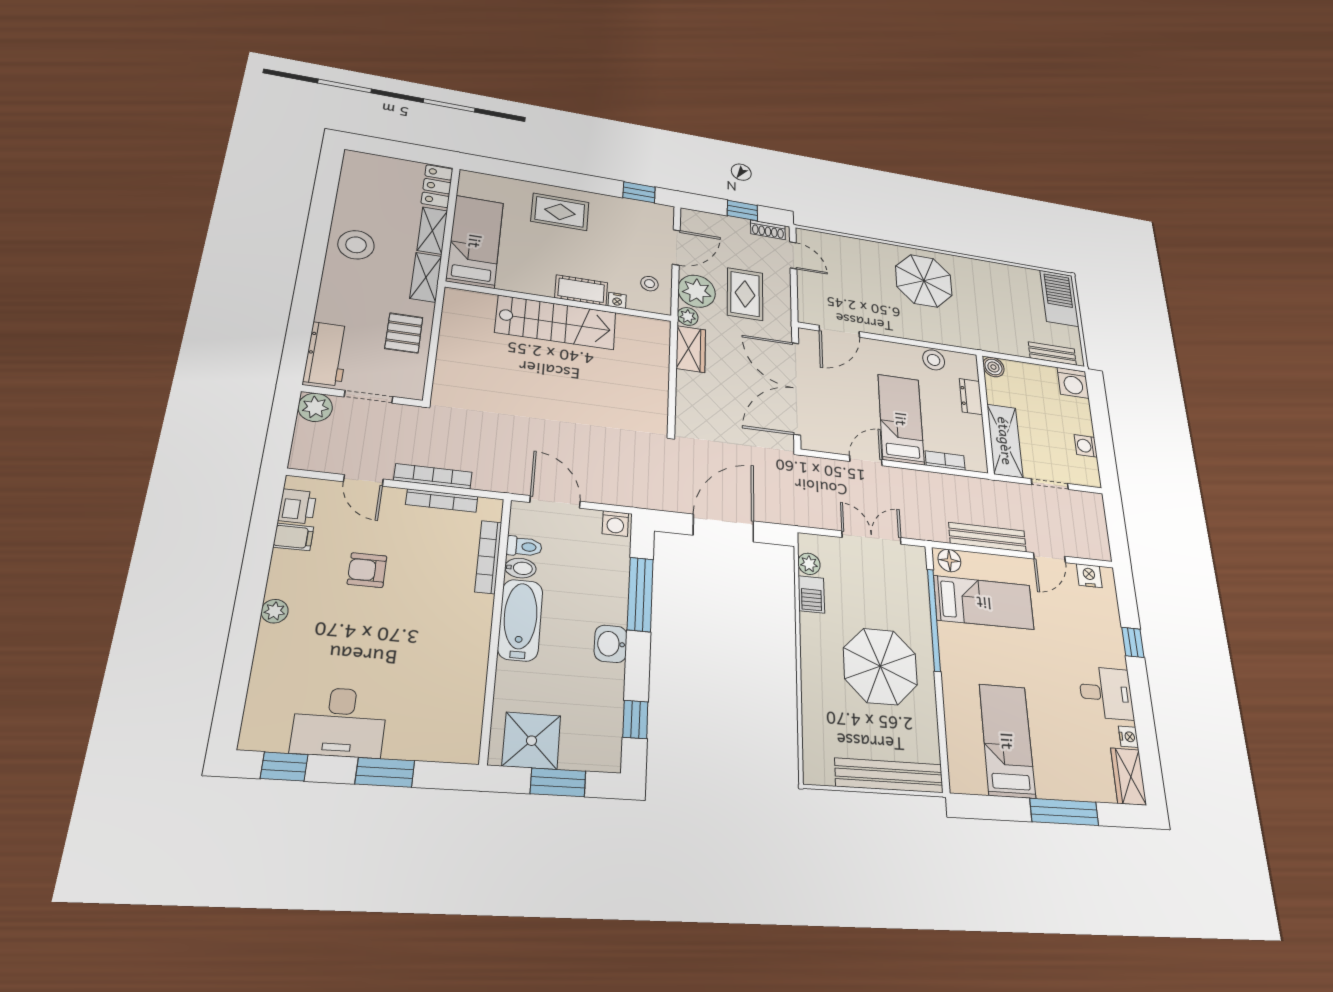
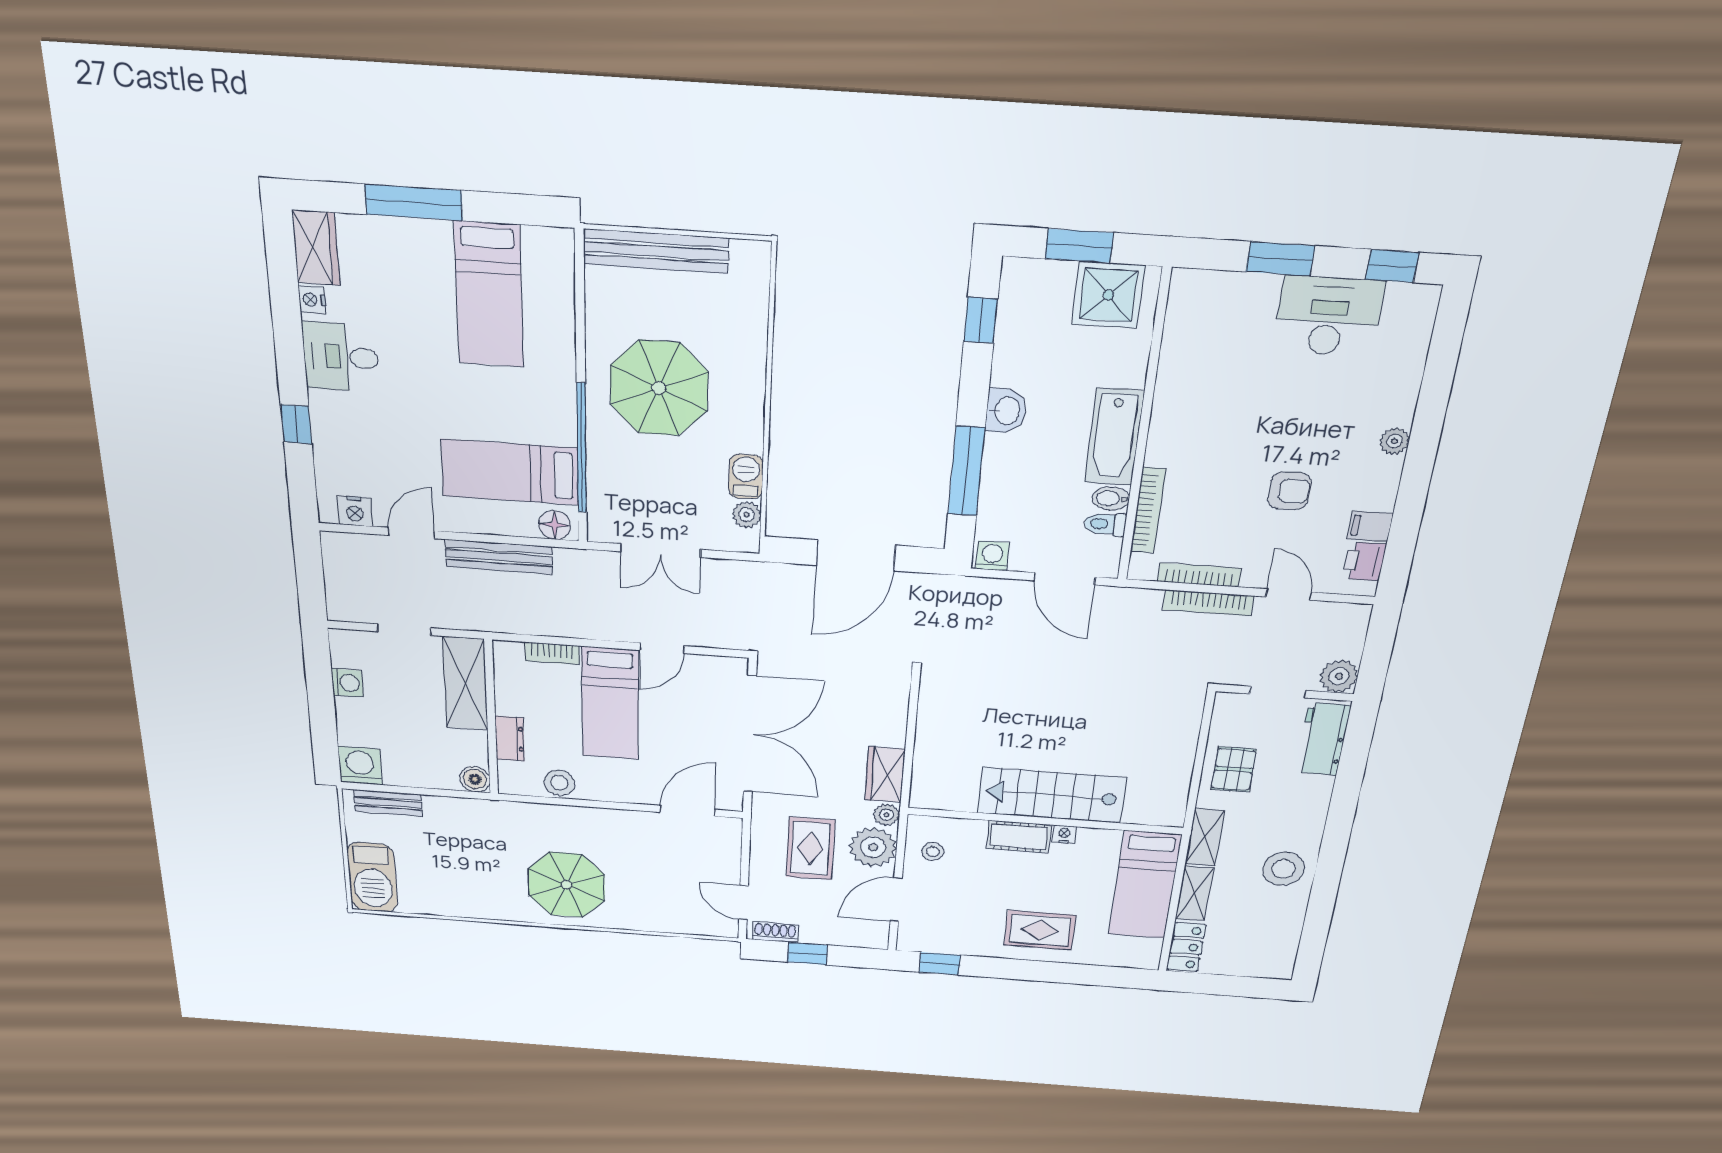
nightstand: (617, 300) -> (1064, 834), moved

